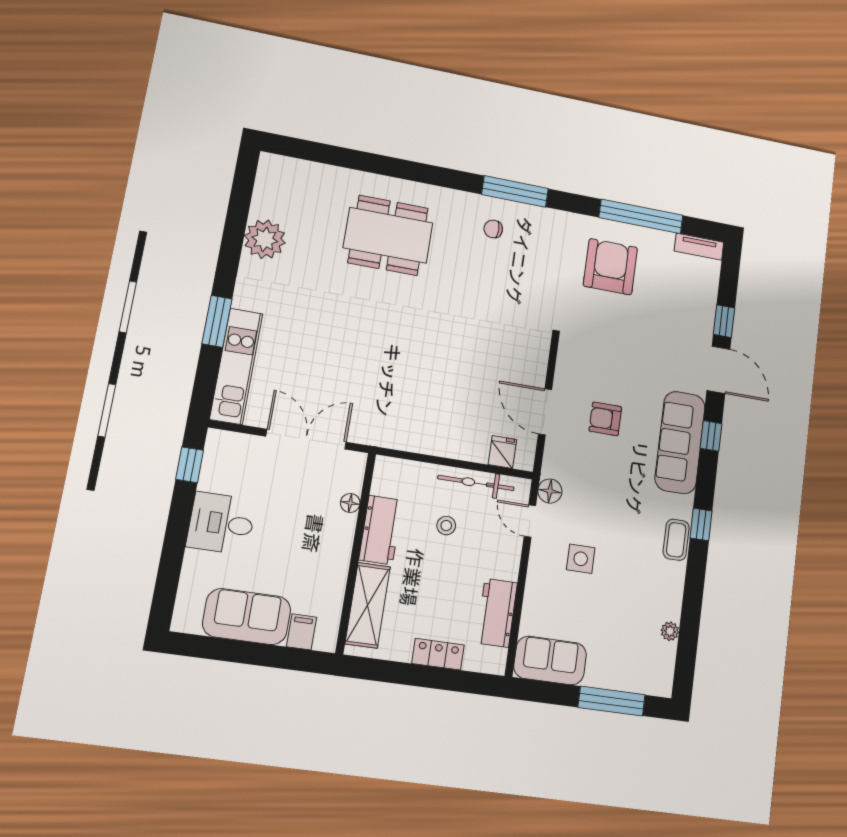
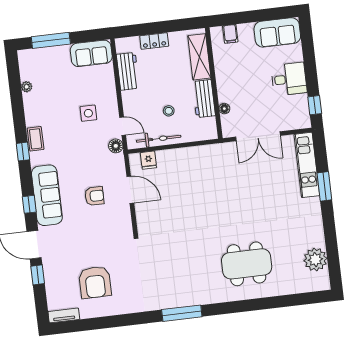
window: (641, 216) -> (104, 323), removed
chair: (493, 229) -> (188, 287), removed
plant: (265, 239) -> (315, 260), moved
armchair: (610, 267) -> (95, 282), moved
sofa: (247, 617) -> (277, 32), moved

